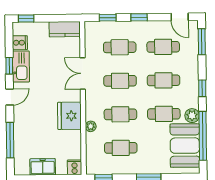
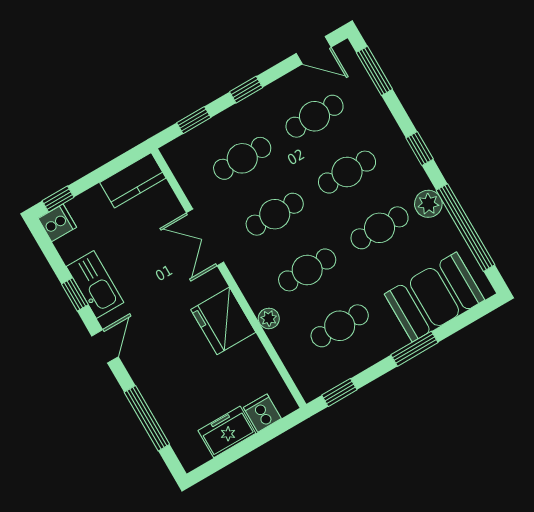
cooker: (20, 43) -> (57, 223), moved
booth: (185, 146) -> (434, 297), moved, turned 90
cooker: (75, 167) -> (262, 413), moved

